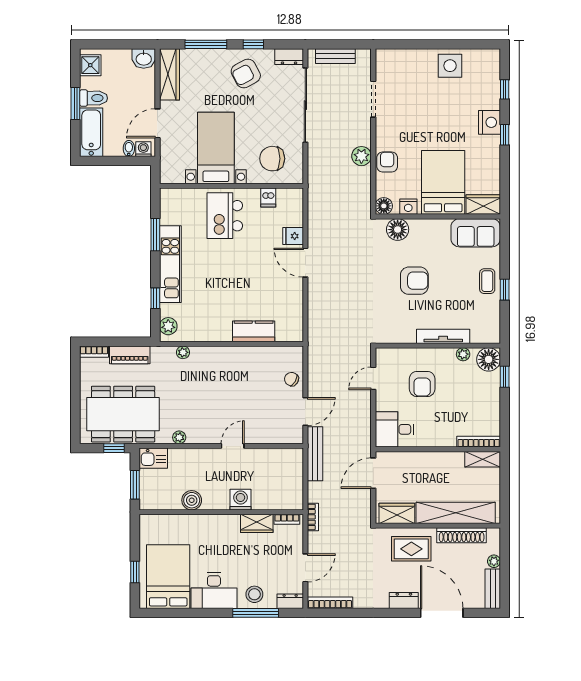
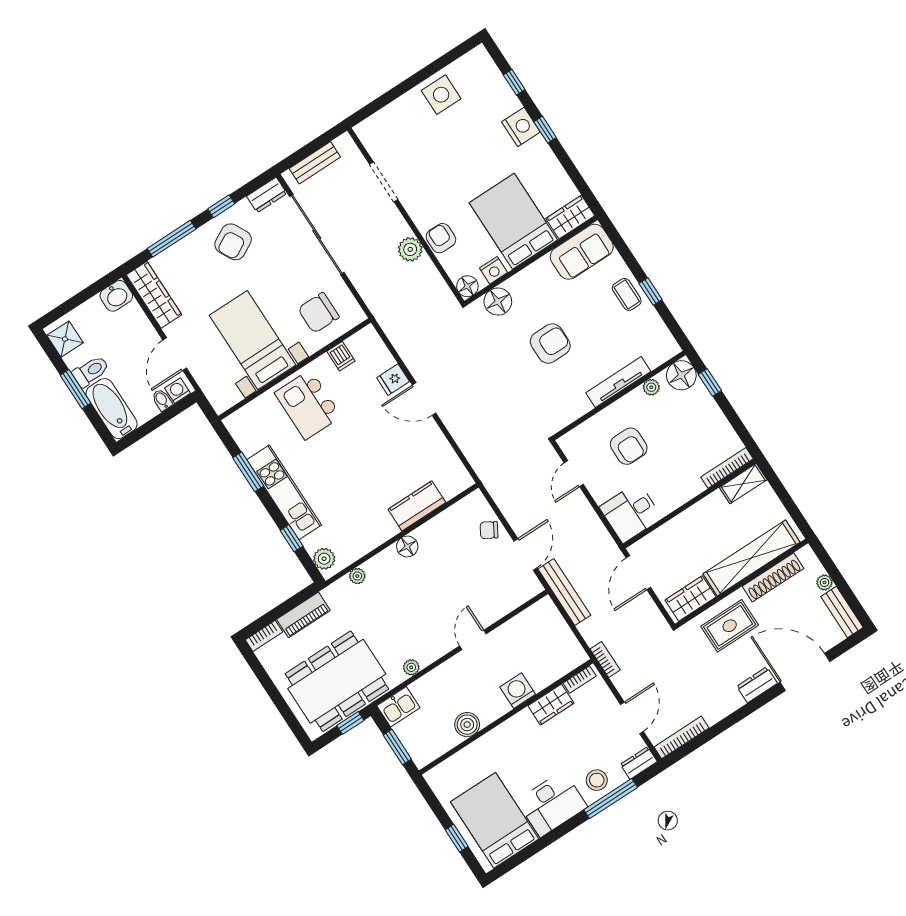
floor lamp: (229, 354) -> (407, 546), added

